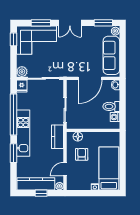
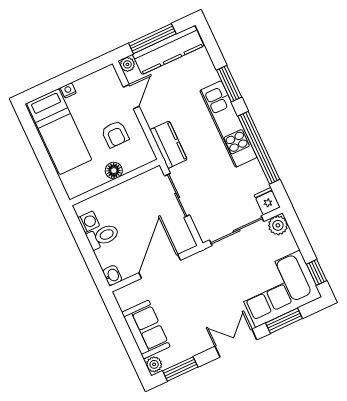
sofa: (111, 55) -> (146, 330), width x0.73
floor lamp: (78, 137) -> (114, 171), moved
window: (41, 193) -> (152, 39), width x2.17

